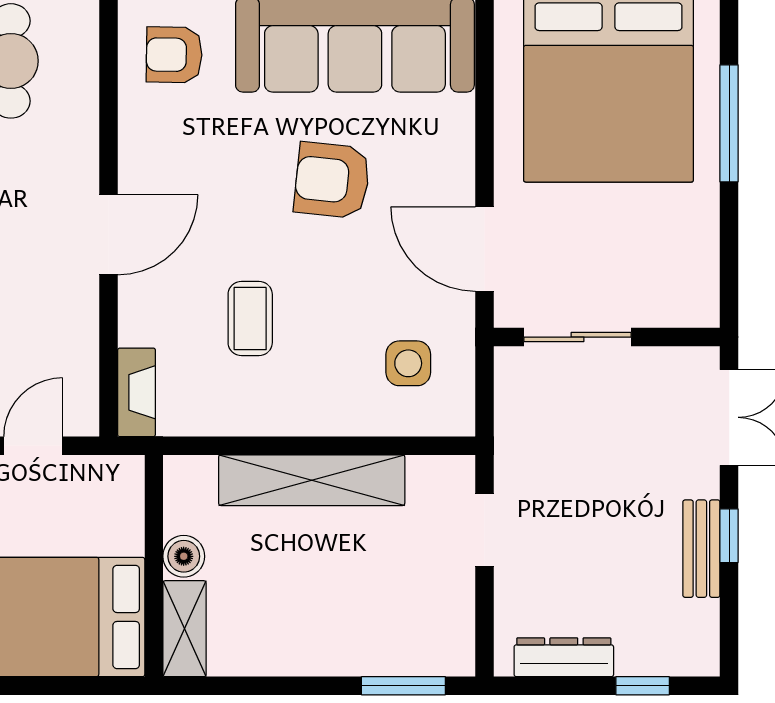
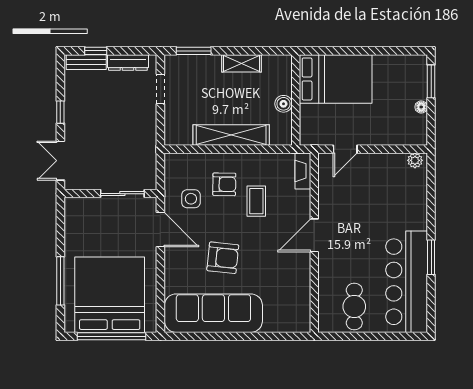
armchair: (174, 55) -> (224, 184), moved
side table: (408, 363) -> (191, 199), moved
doorway: (484, 530) -> (160, 89), moved
bench: (701, 549) -> (86, 62), moved, turned 90
shelving: (184, 629) -> (242, 63), moved, turned 90

